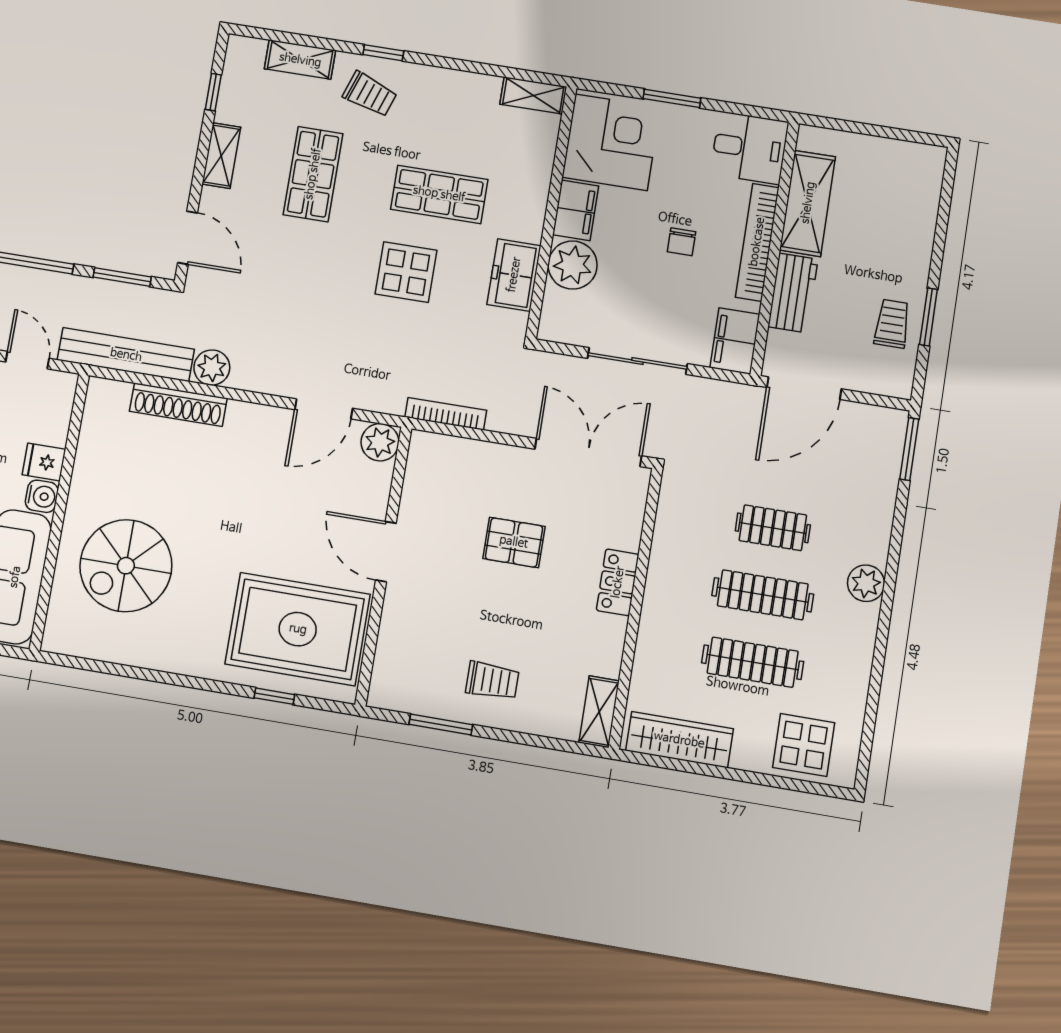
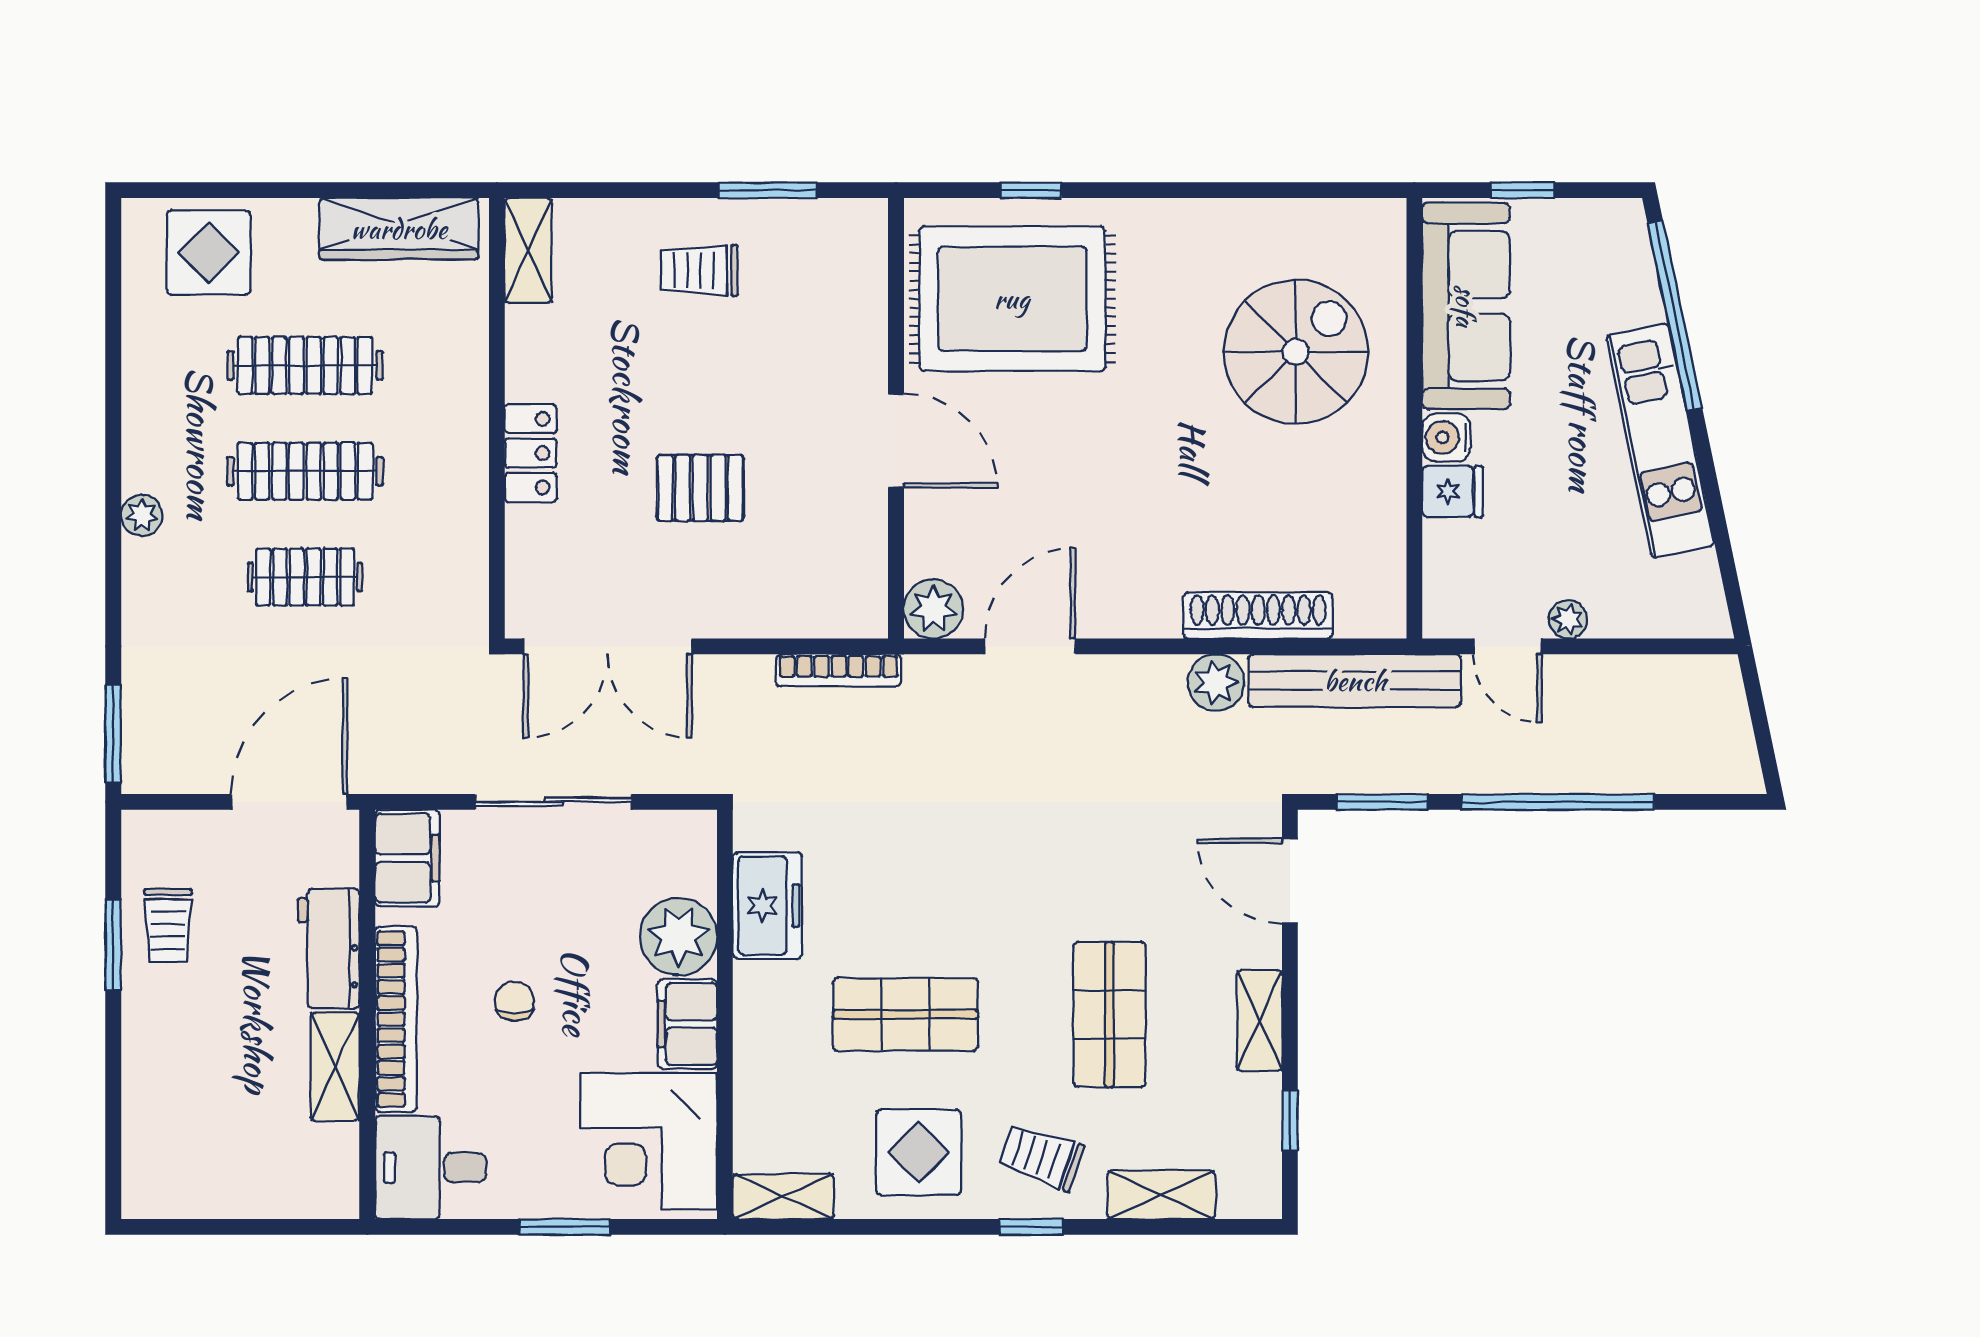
shelving: (808, 203) -> (335, 1067), width x0.67, depth x0.75
display table: (406, 272) -> (919, 1152), moved
plant: (866, 583) -> (142, 515), width x0.73, depth x0.73

